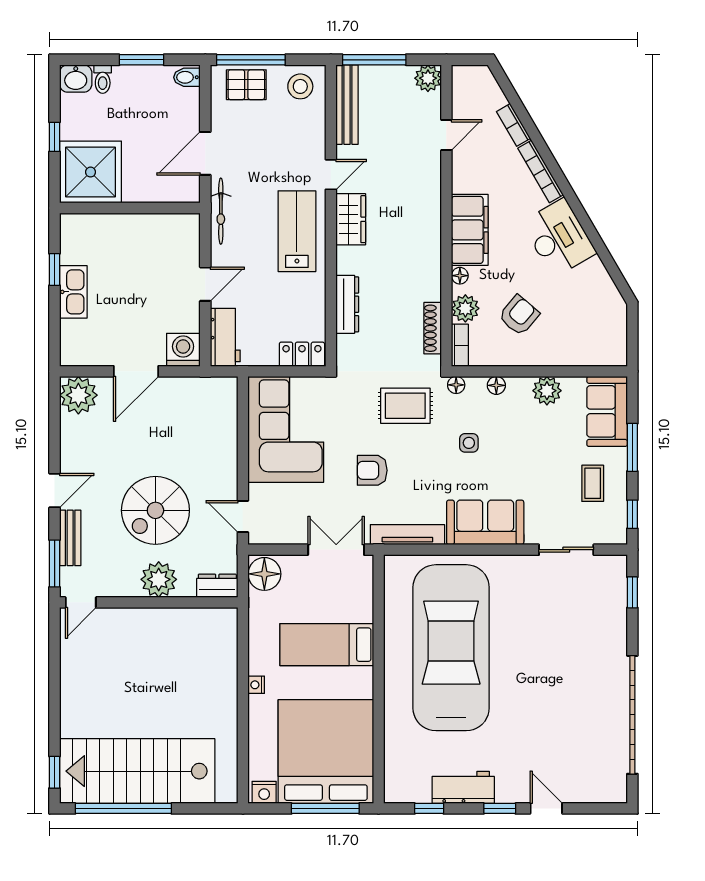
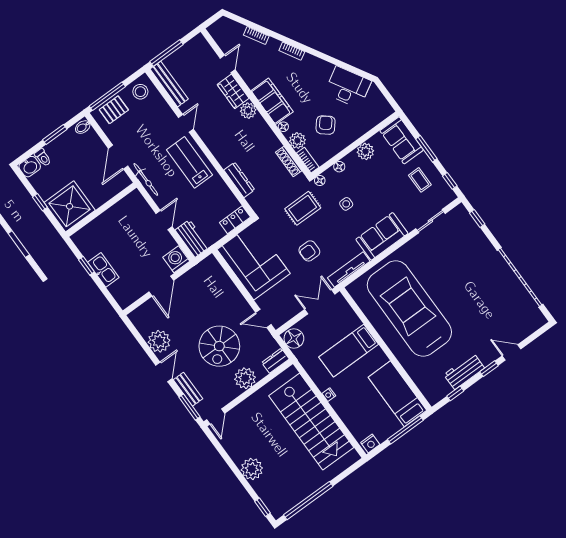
plant: (428, 78) -> (248, 111), moved
bookcase: (541, 171) -> (292, 51), width x0.64
wardrobe: (351, 219) -> (233, 91), moved, turned 180
desk: (559, 238) -> (348, 87), moved
plant: (78, 395) -> (159, 341), moved
plant: (78, 710) -> (252, 469), added
bed: (326, 752) -> (397, 394), width x0.49
stairs: (137, 771) -> (311, 422), moved, turned -90

